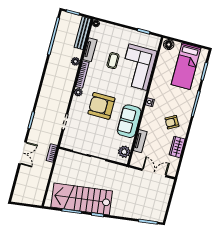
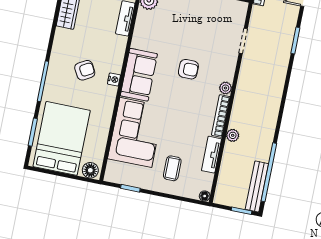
bench: (83, 33) -> (257, 186), moved
coffee table: (113, 61) -> (172, 168), moved
bed: (186, 66) -> (62, 138), width x1.50
armchair: (101, 106) -> (188, 69), width x0.53, depth x0.53
sofa: (129, 121) -> (139, 75), moved
armchair: (172, 122) -> (85, 70), moved

